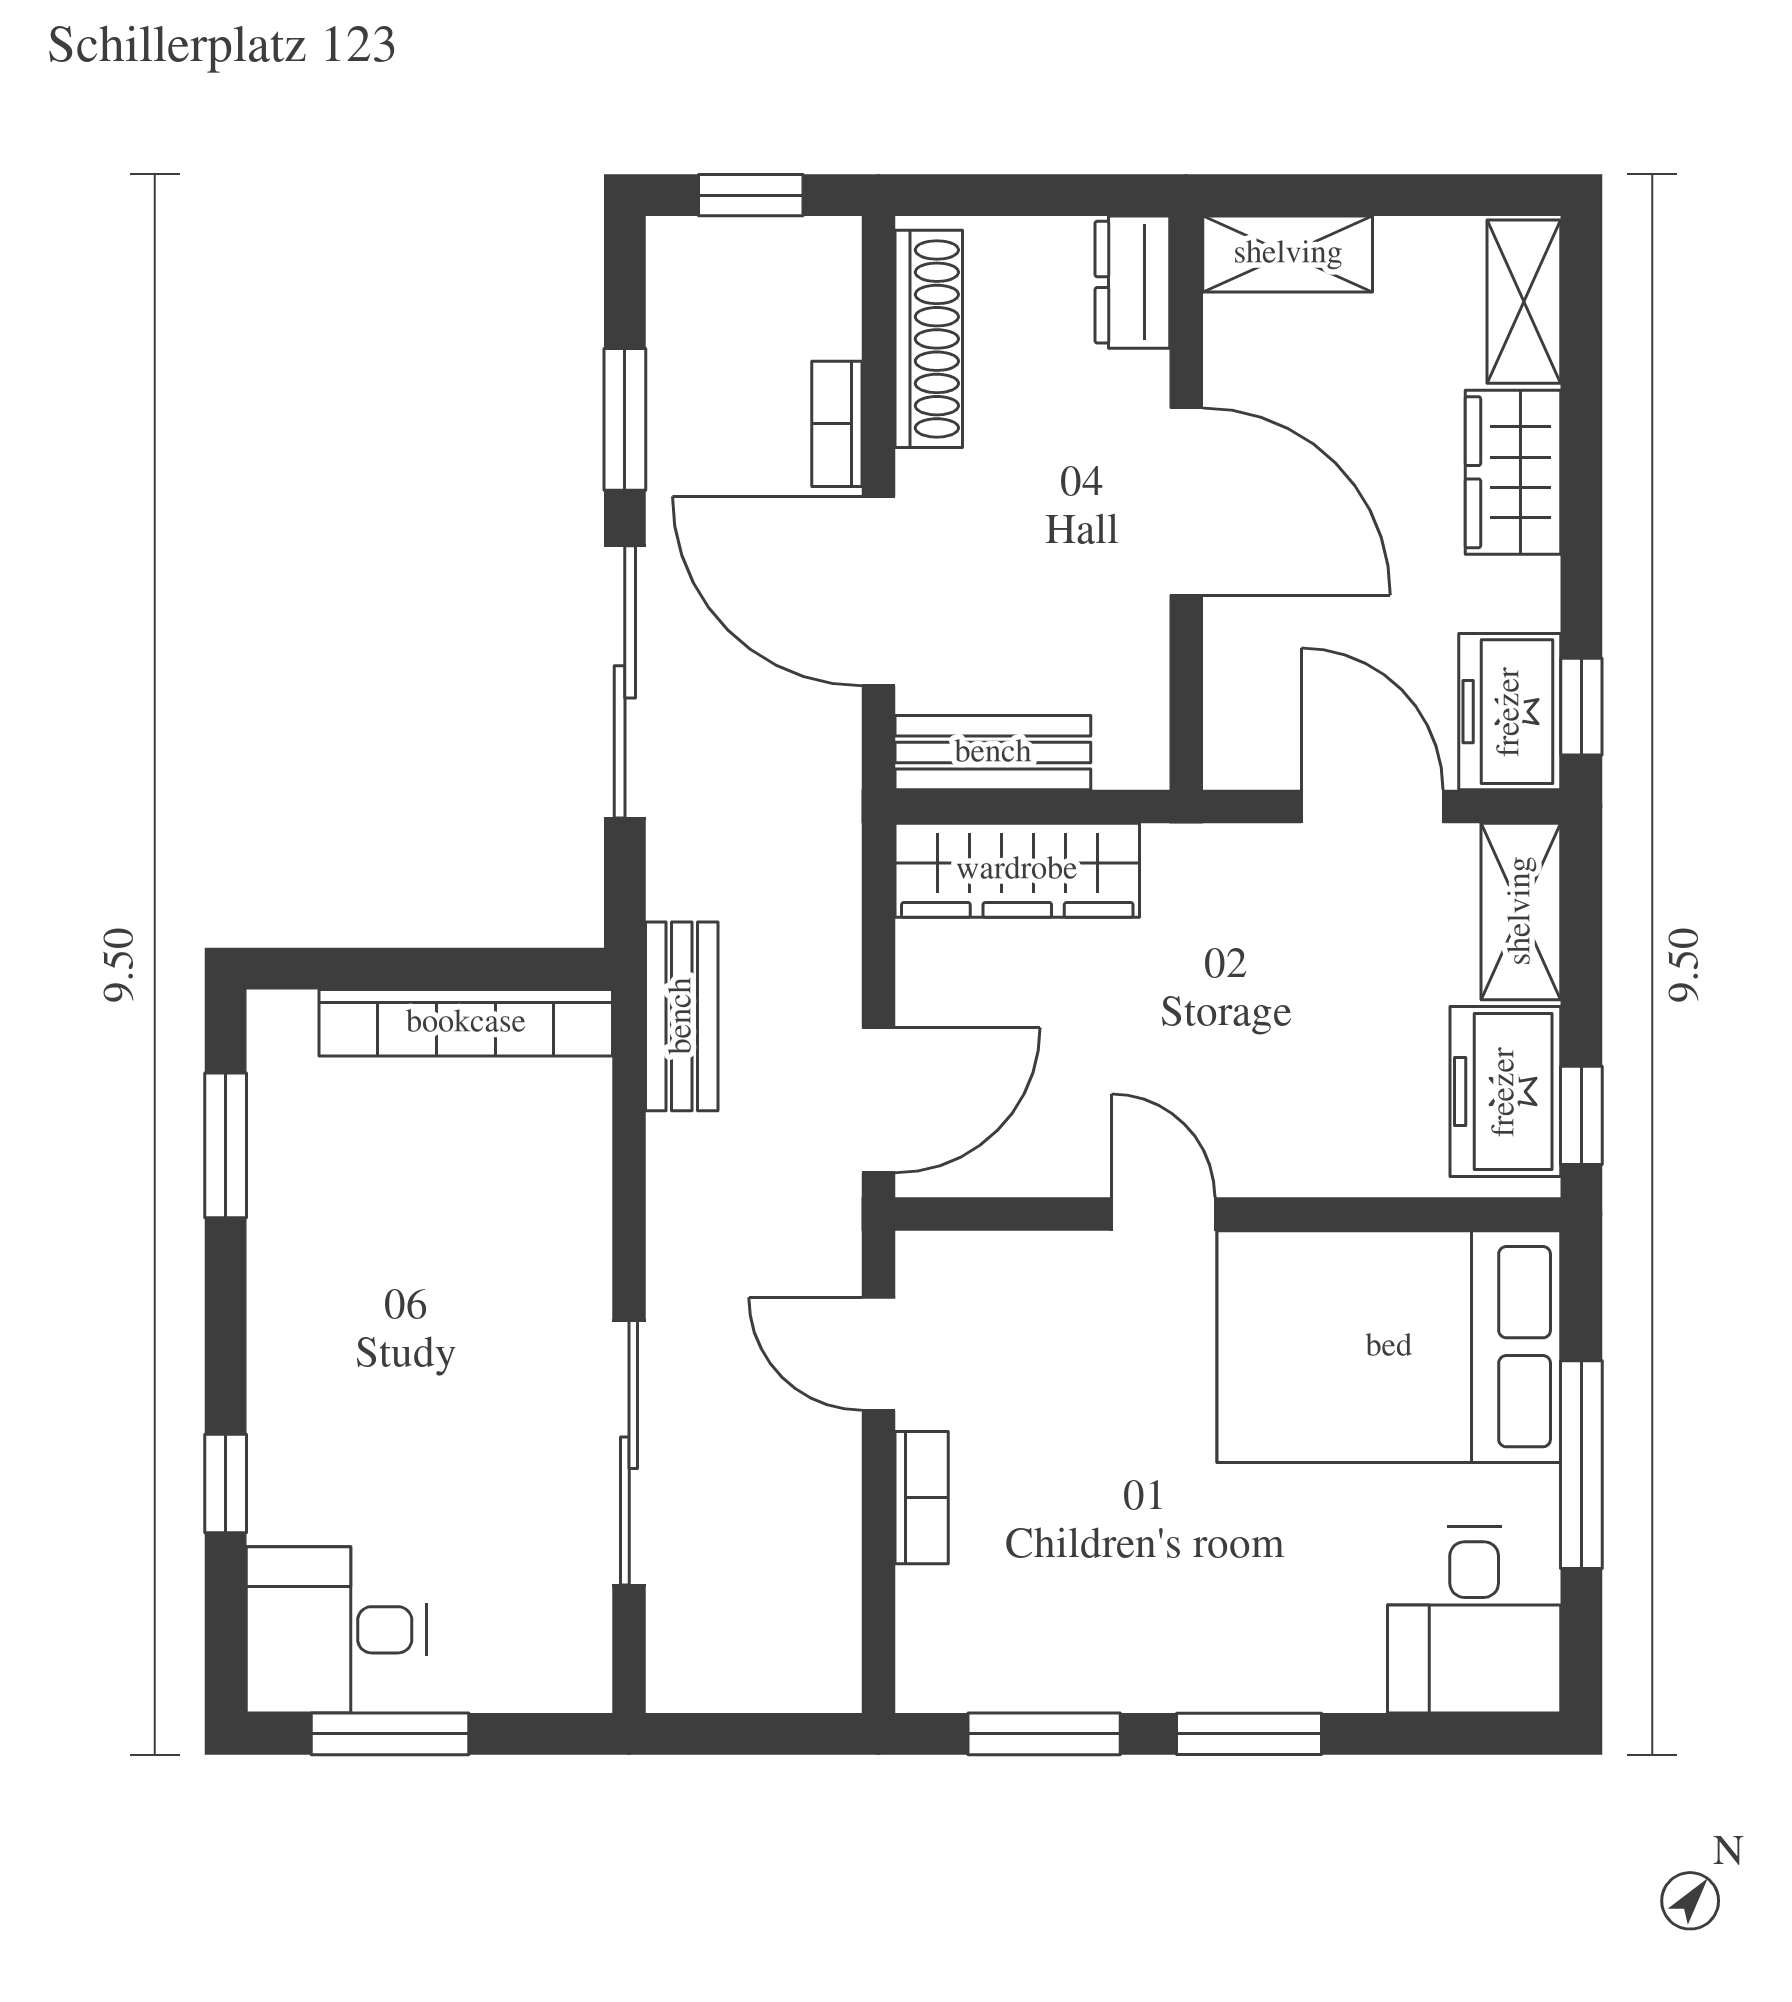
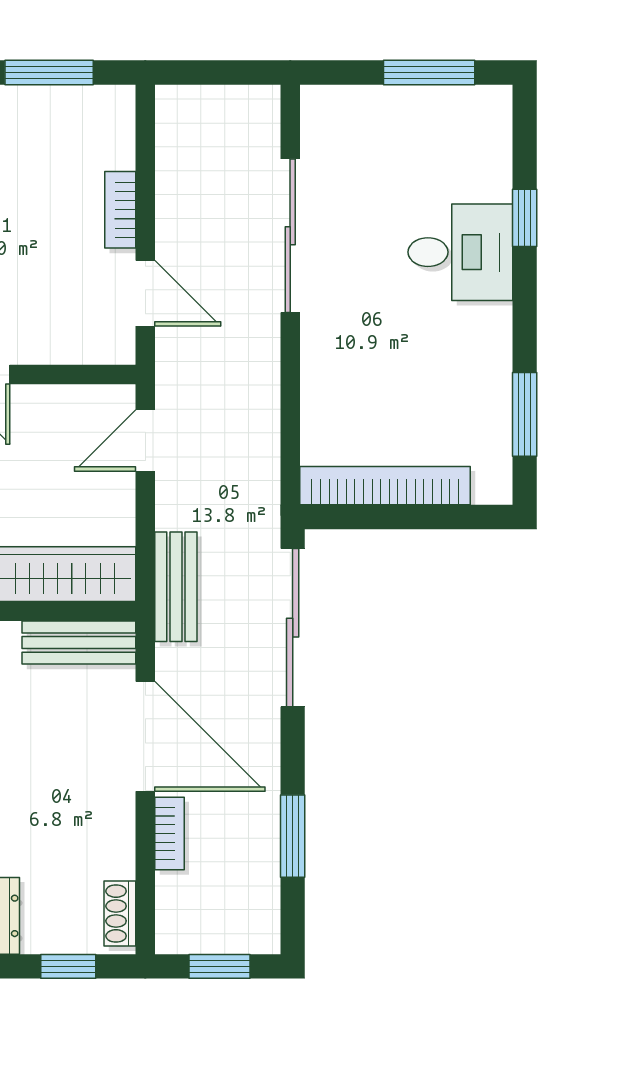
window: (1011, 195) -> (68, 966), added
shoe rack: (929, 339) -> (120, 914), width x0.51, depth x0.81
sliding door: (625, 682) -> (293, 628), moved
bench: (682, 1016) -> (176, 587), moved
door: (879, 1100) -> (145, 441), width x0.73
desk: (336, 1630) -> (460, 252), moved

